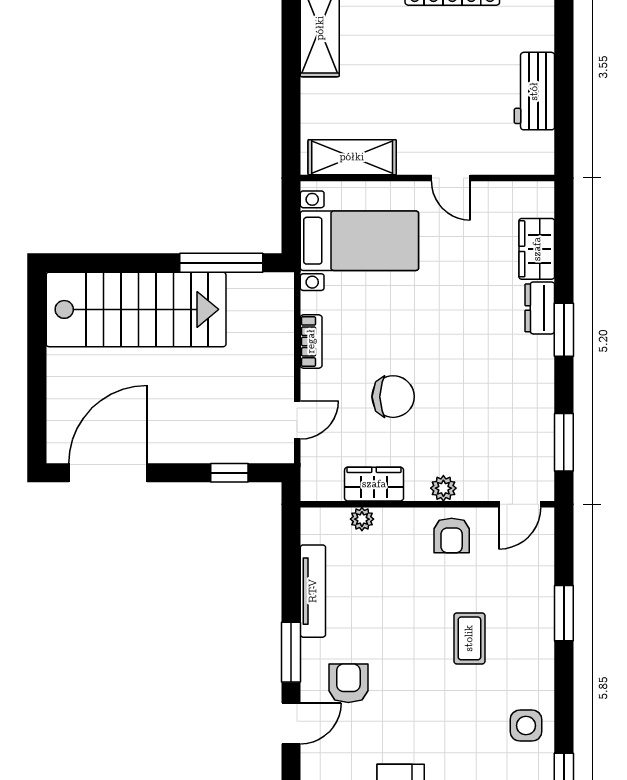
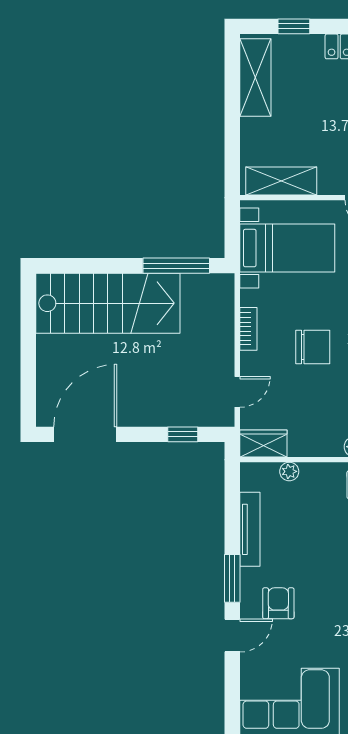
chair: (393, 397) -> (313, 347), moved
wardrobe: (374, 484) -> (263, 443), moved

